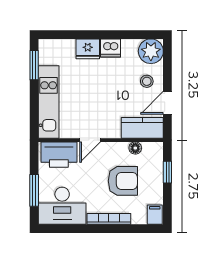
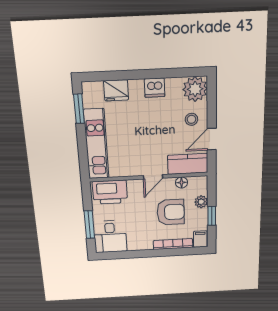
fridge: (88, 49) -> (116, 90), moved
door: (90, 140) -> (153, 177), moved
plant: (156, 171) -> (201, 202), added
window: (167, 172) -> (212, 216), moved
desk: (62, 206) -> (110, 237), width x0.73
bookcase: (109, 219) -> (173, 244), moved

